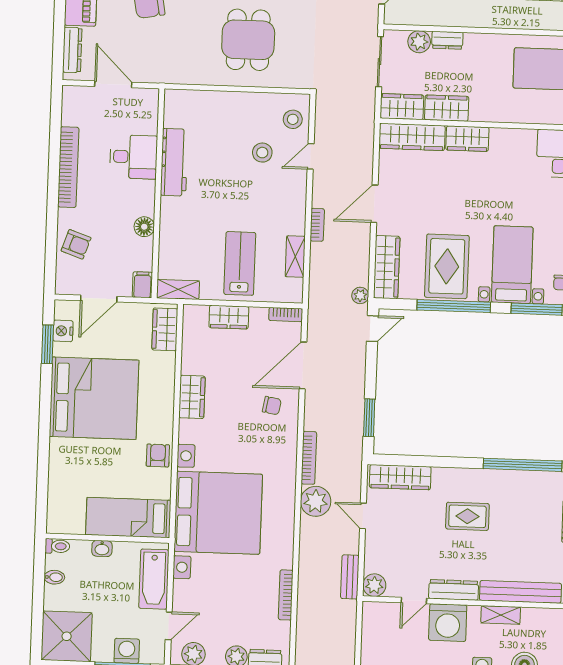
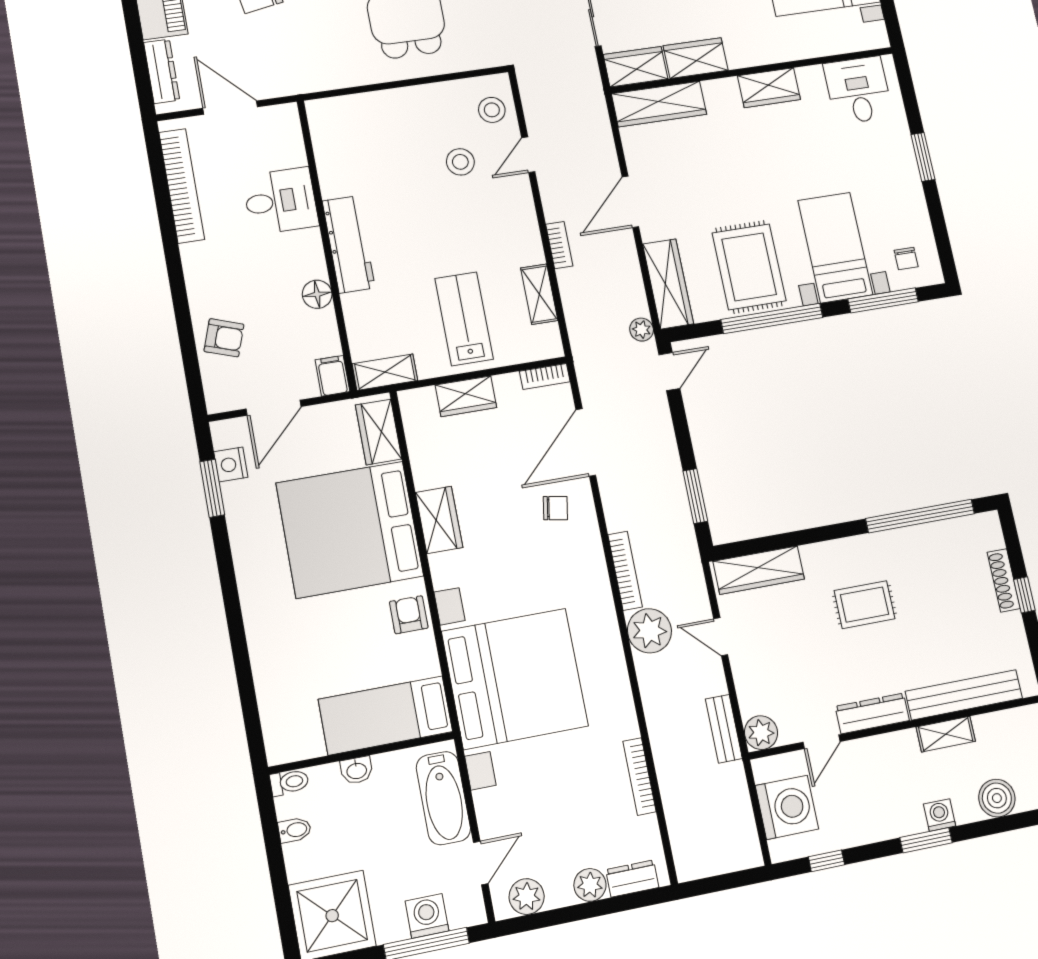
wardrobe: (467, 139) -> (769, 88), moved
workbench: (174, 162) -> (349, 244), moved
bookcase: (68, 167) -> (182, 186), moved
bed: (94, 398) -> (350, 530), moved, turned 180
washing machine: (448, 623) -> (787, 807), moved, turned -90

